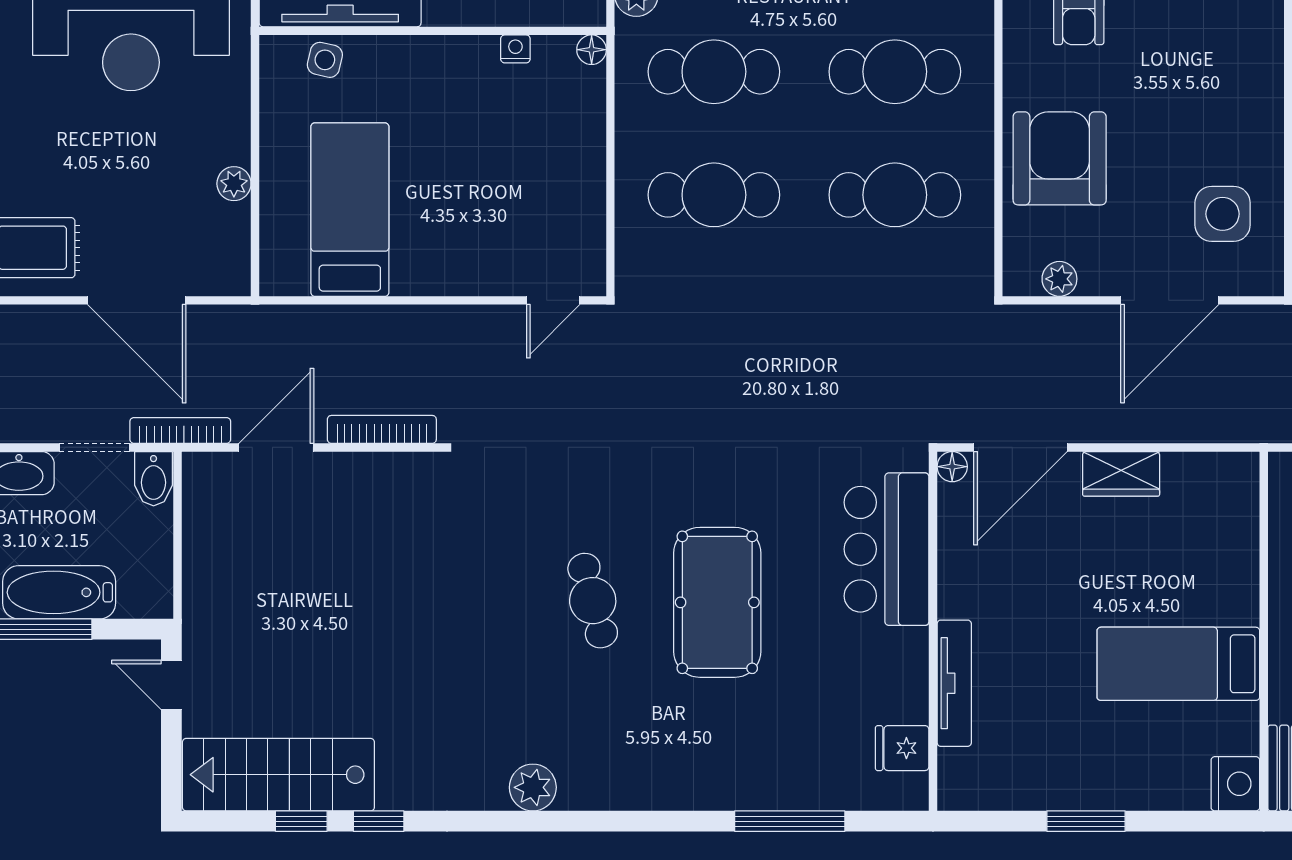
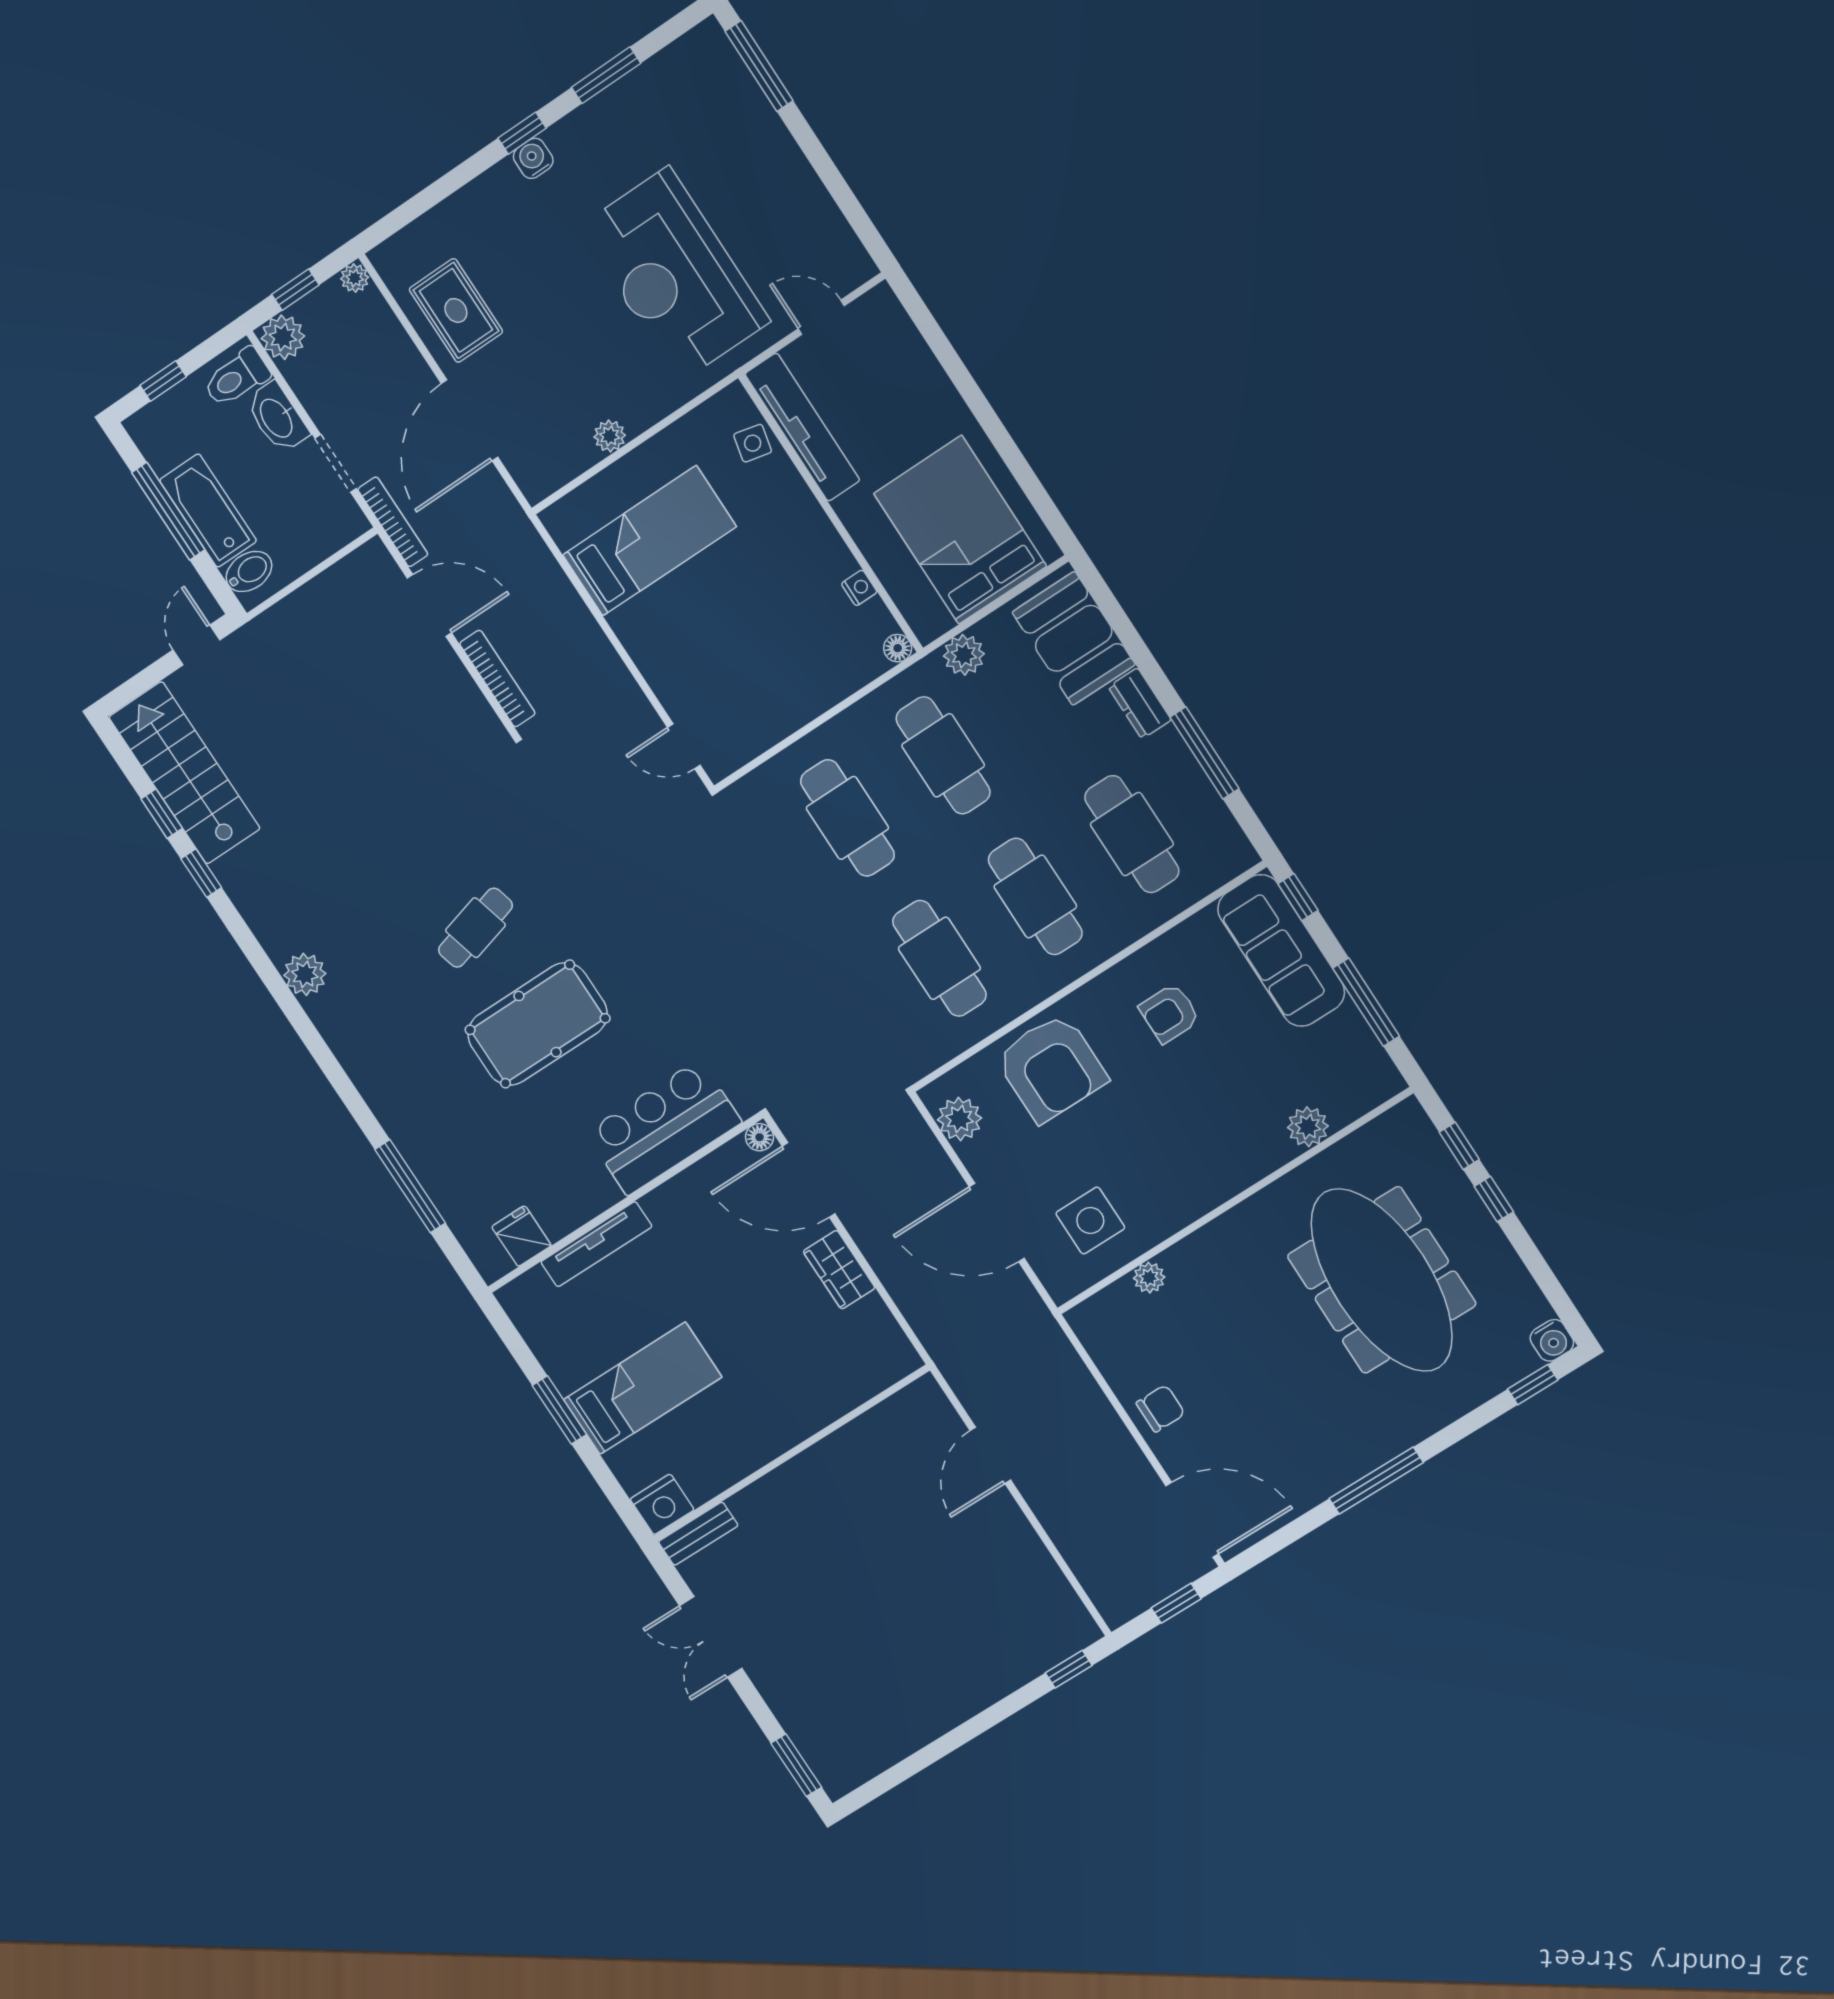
armchair: (1060, 158) -> (1051, 1068), turned 90
plant: (1059, 279) -> (960, 1119), width x1.38, depth x1.38
bidet: (154, 479) -> (249, 571), moved, turned 180
bed: (1178, 664) -> (643, 1388), moved, turned 90

